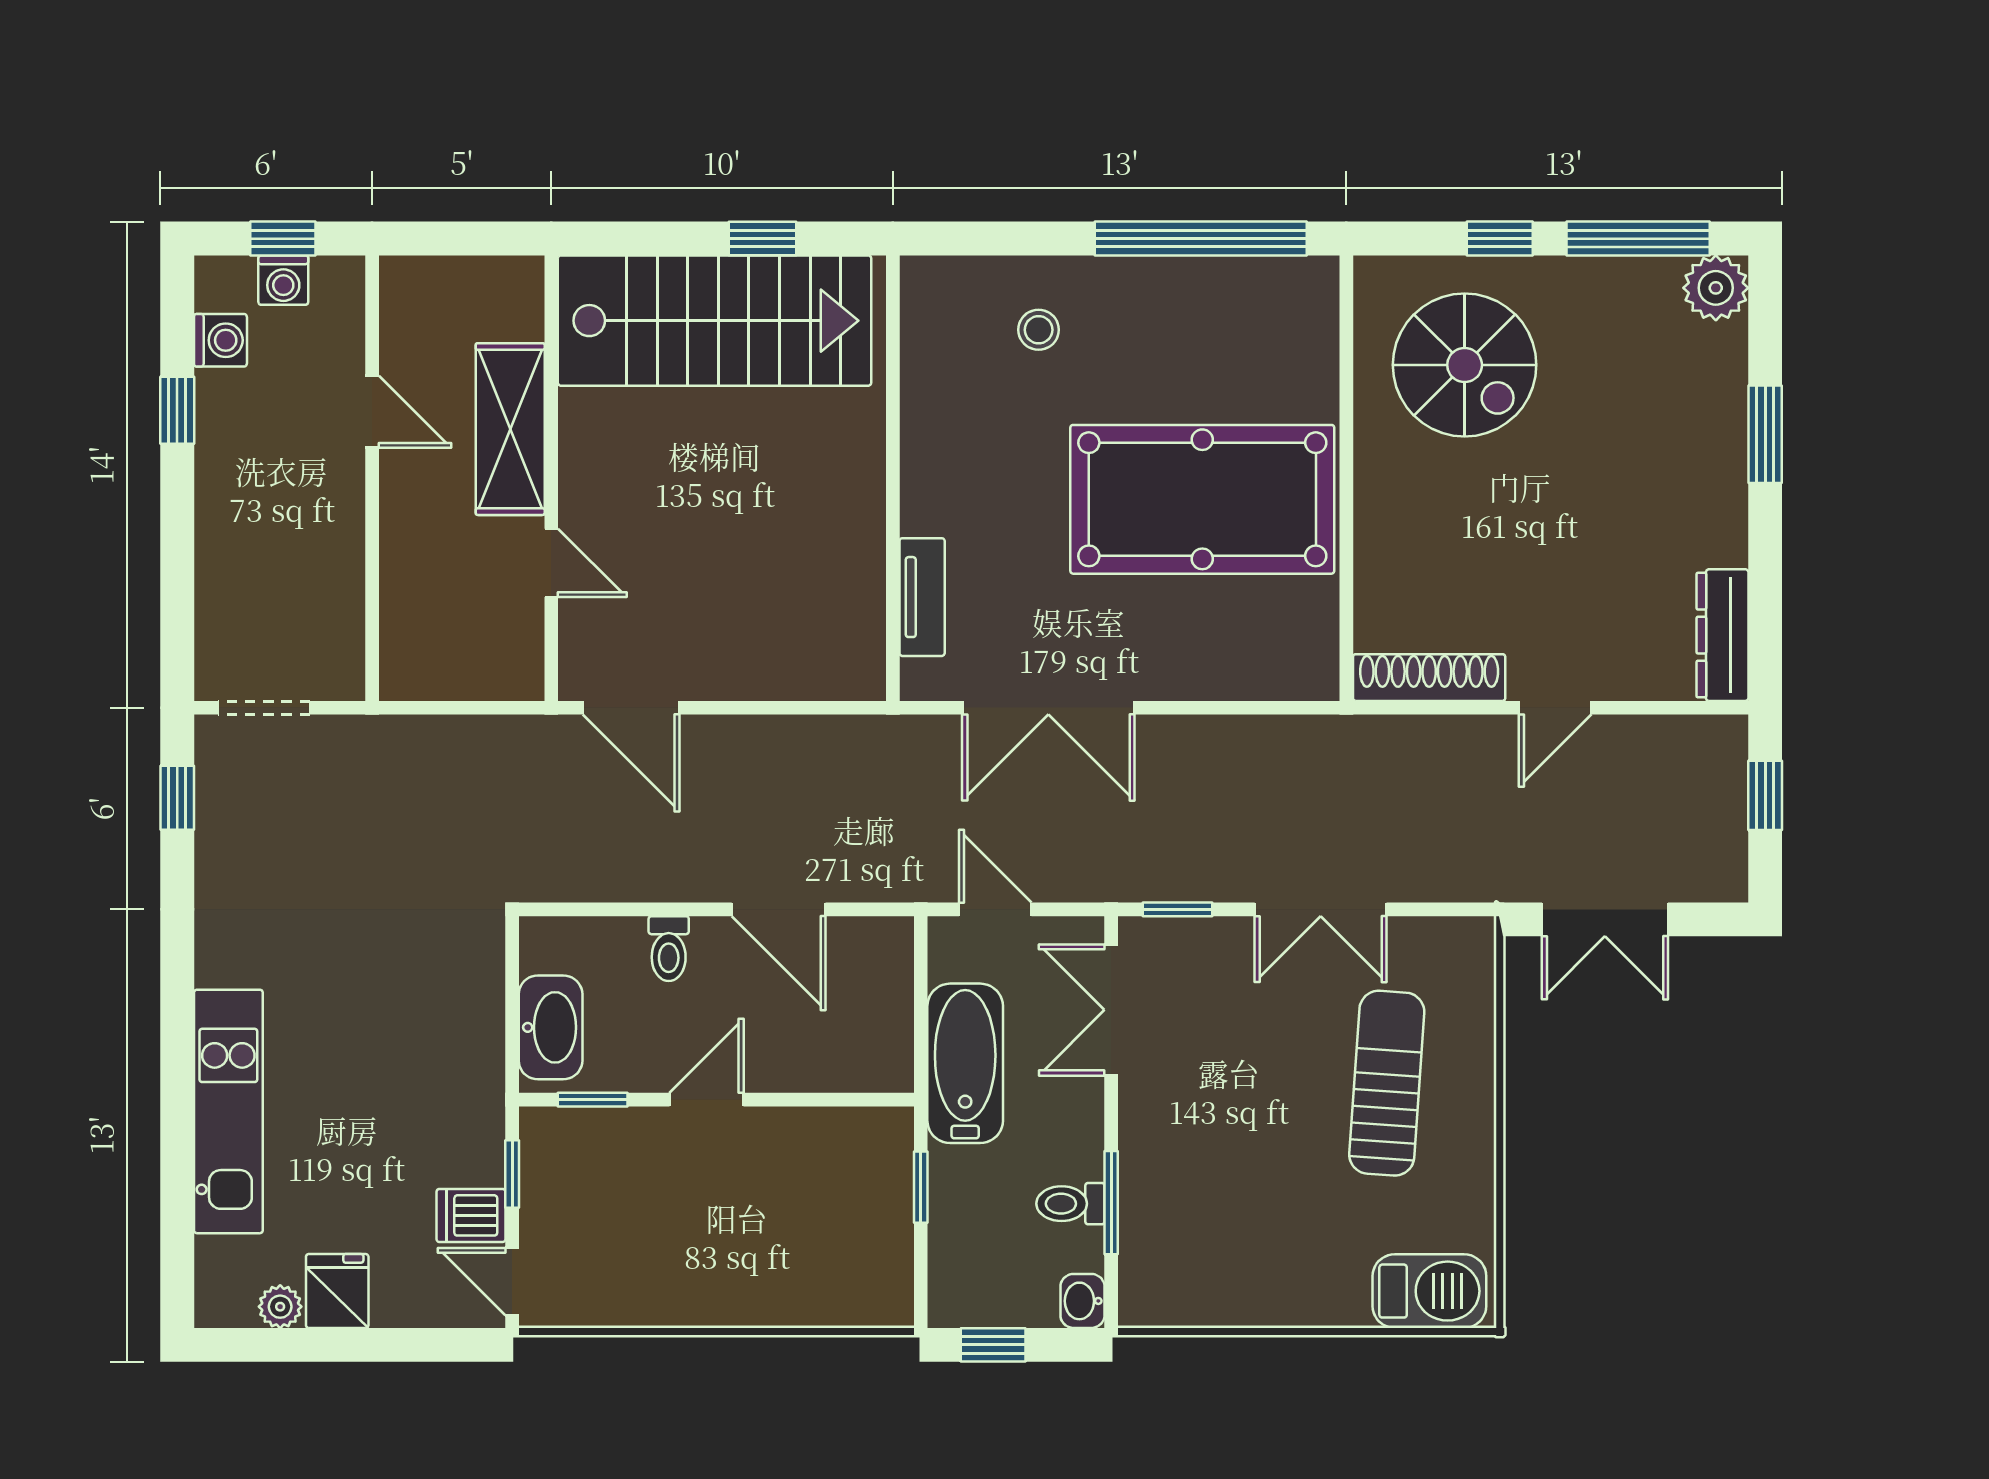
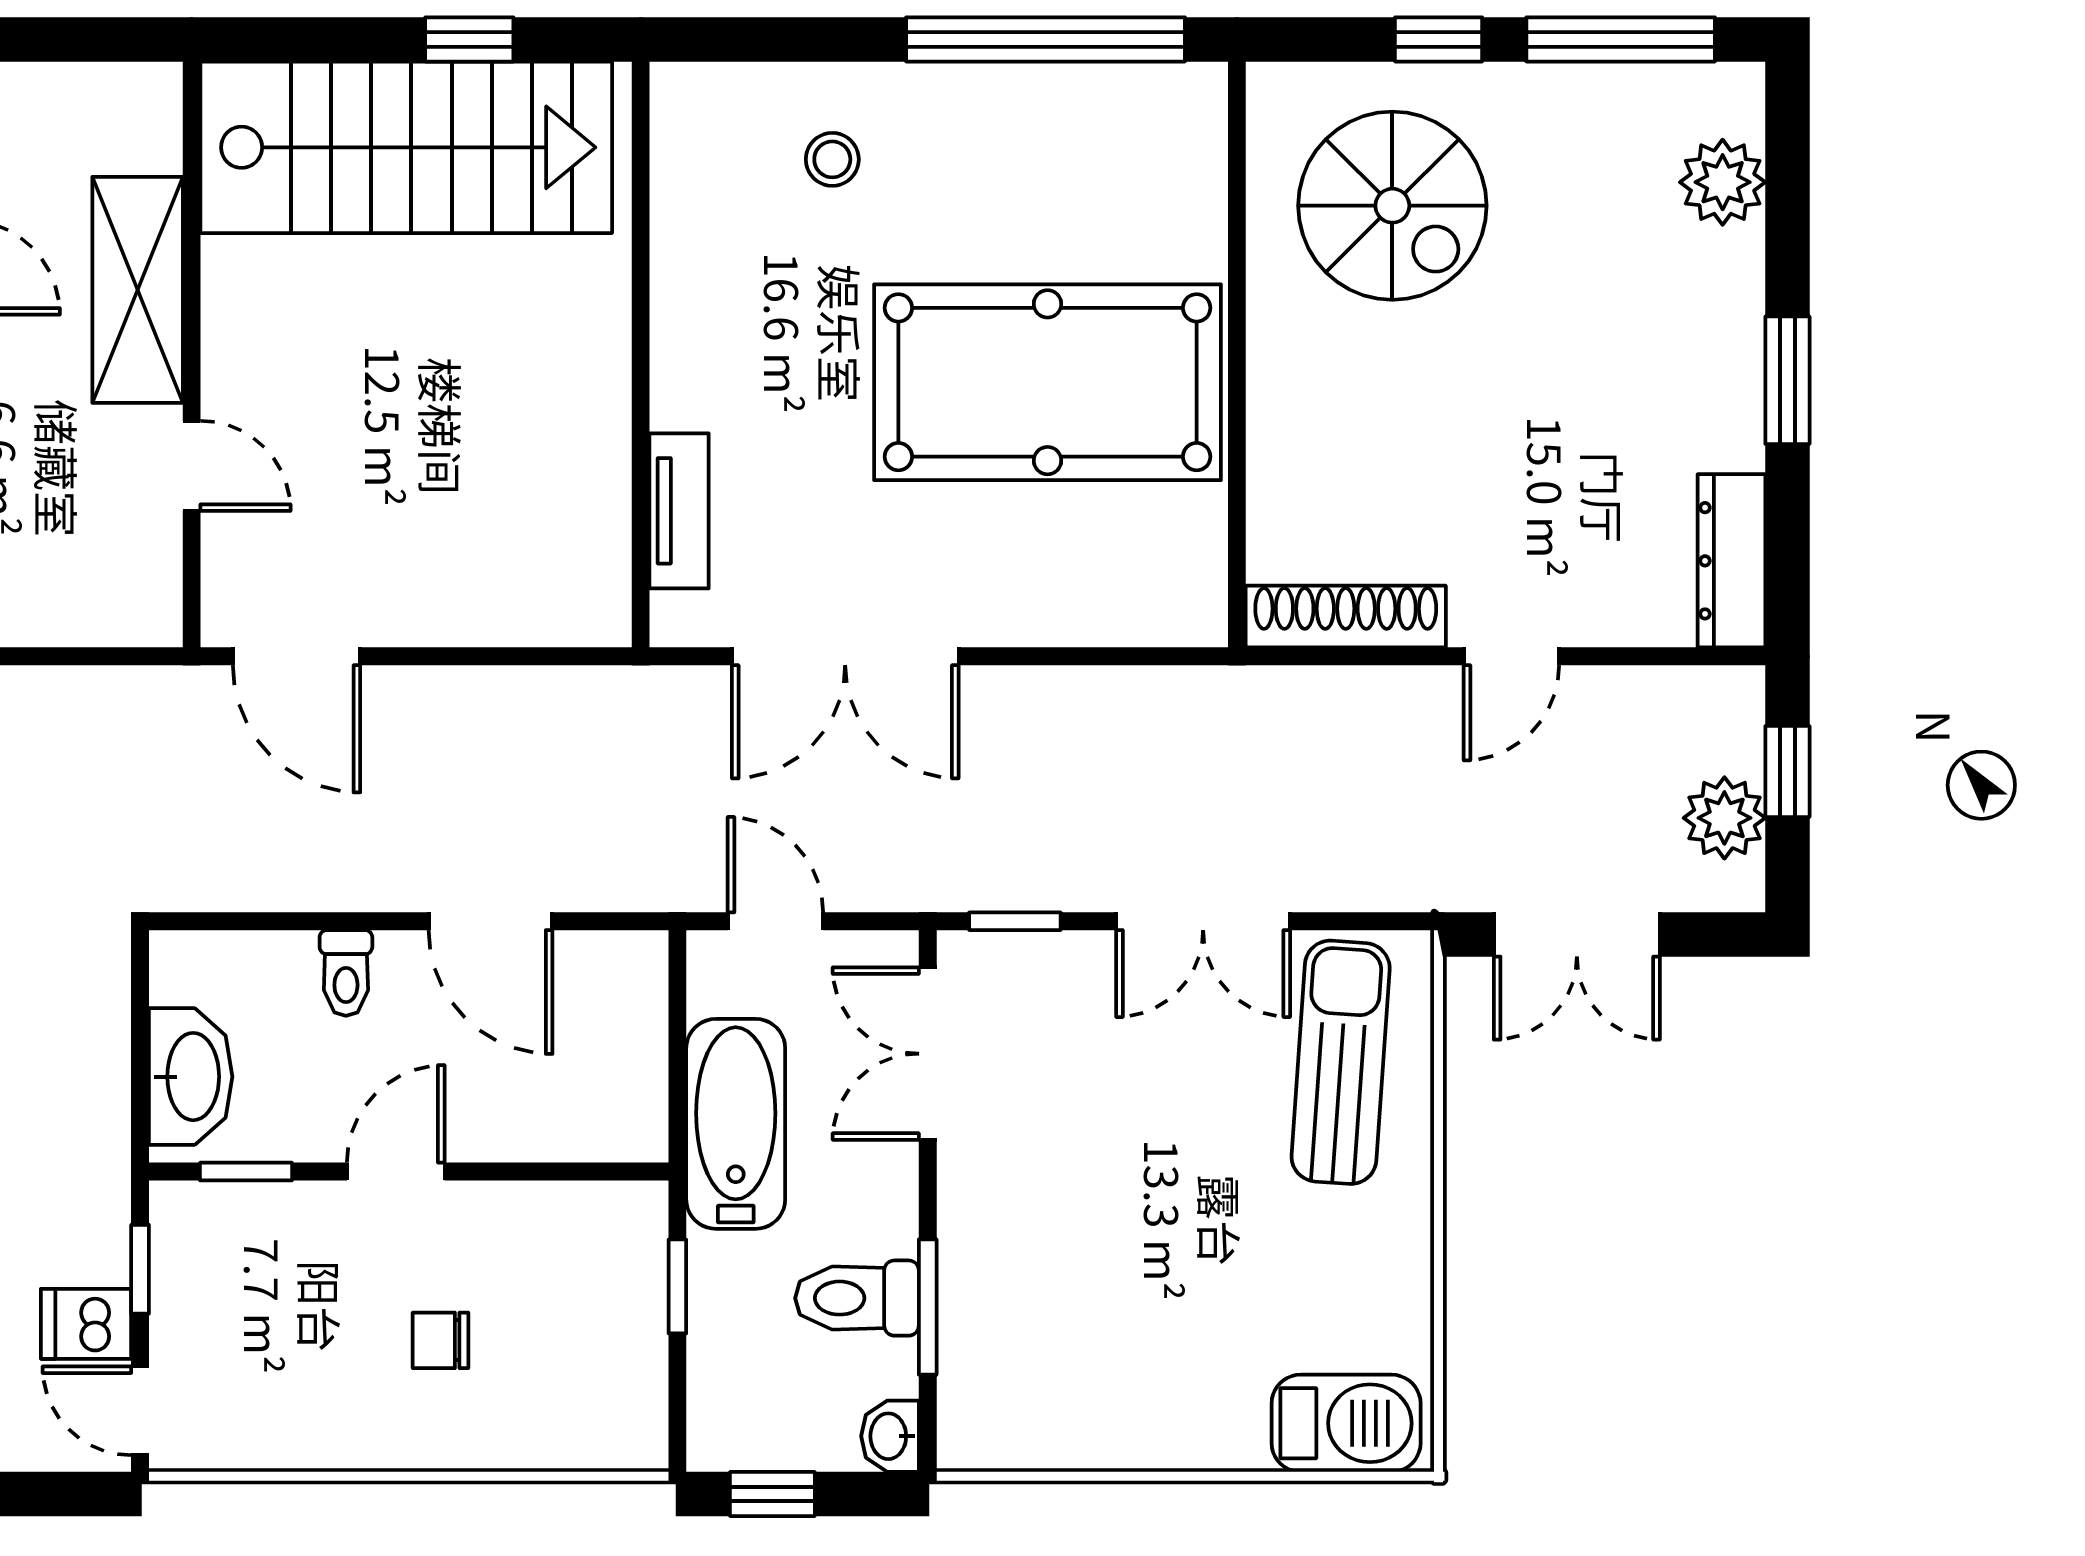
plant: (1716, 288) -> (1723, 182), moved
window: (1765, 434) -> (1787, 380), moved
plant: (1717, 831) -> (1724, 818), added
sun lounger: (1387, 1083) -> (1341, 1062), moved
toilet: (1070, 1204) -> (857, 1298), width x1.37, depth x1.39
chair: (741, 1228) -> (440, 1340), added

